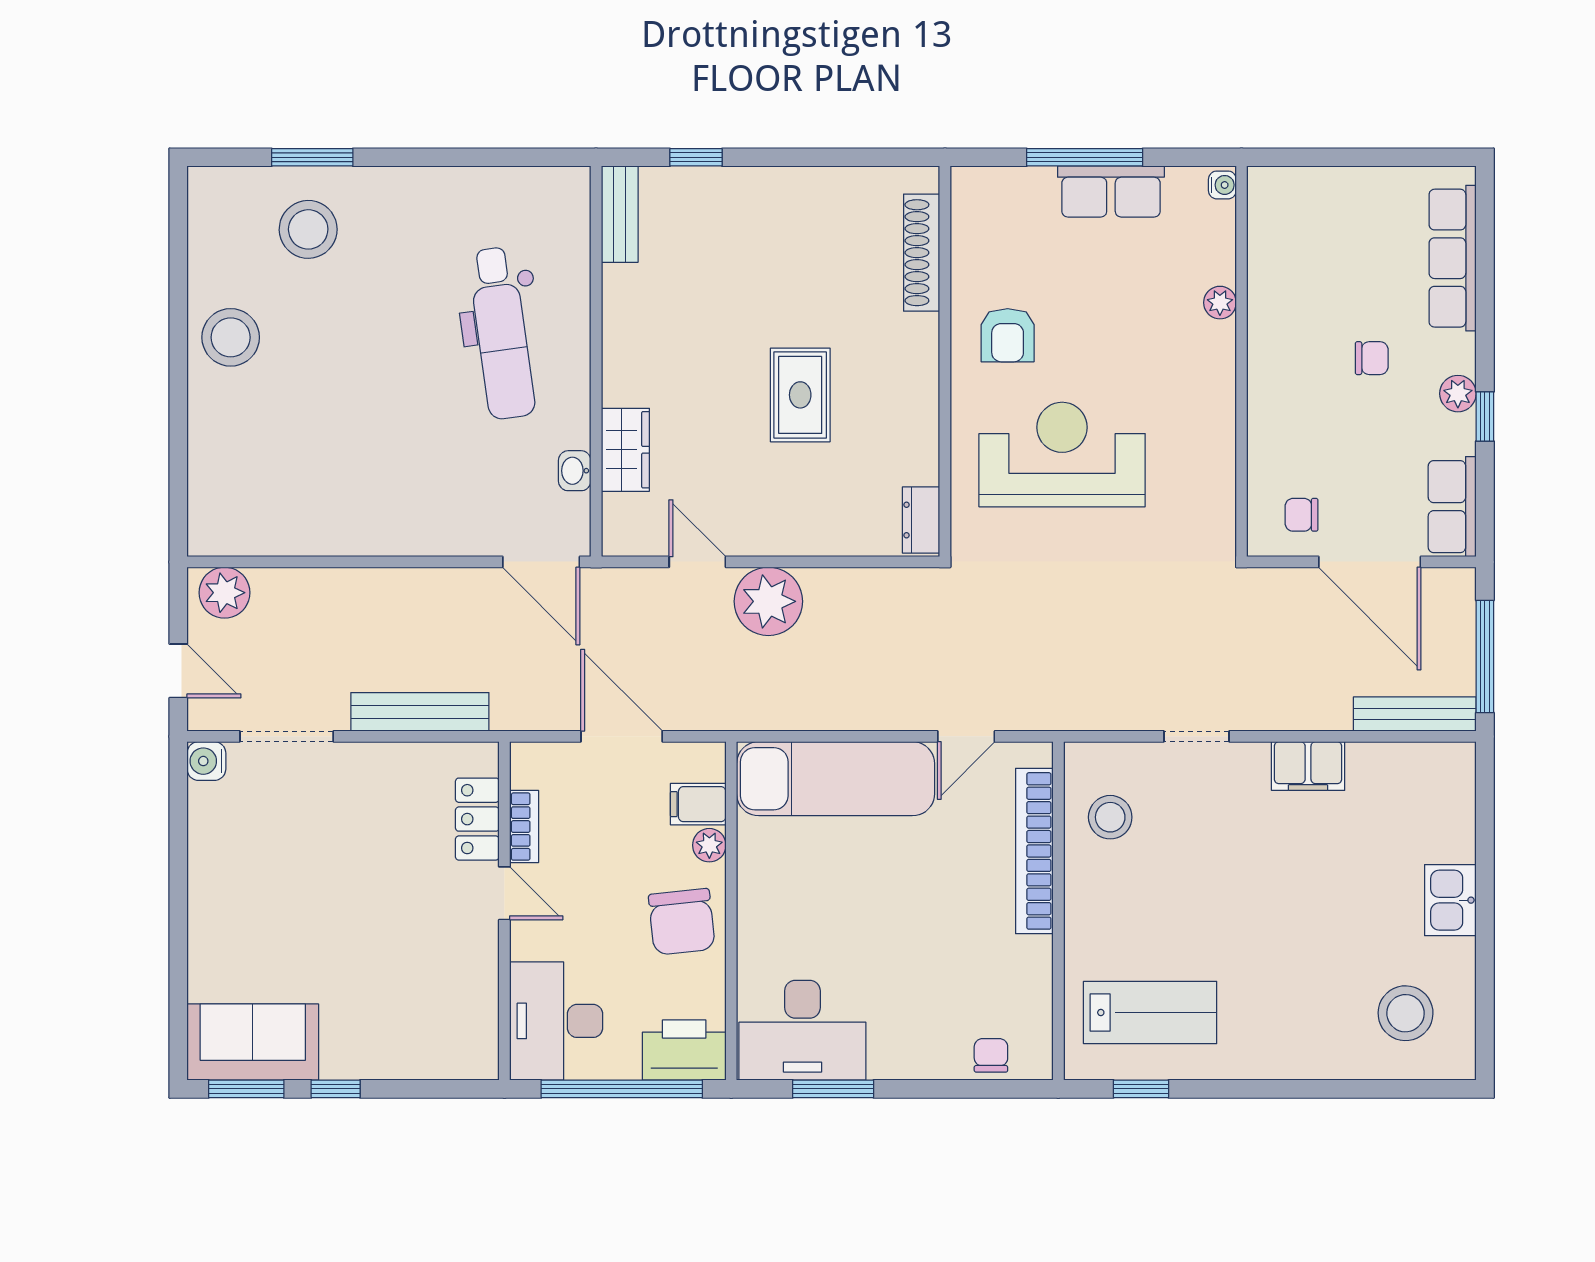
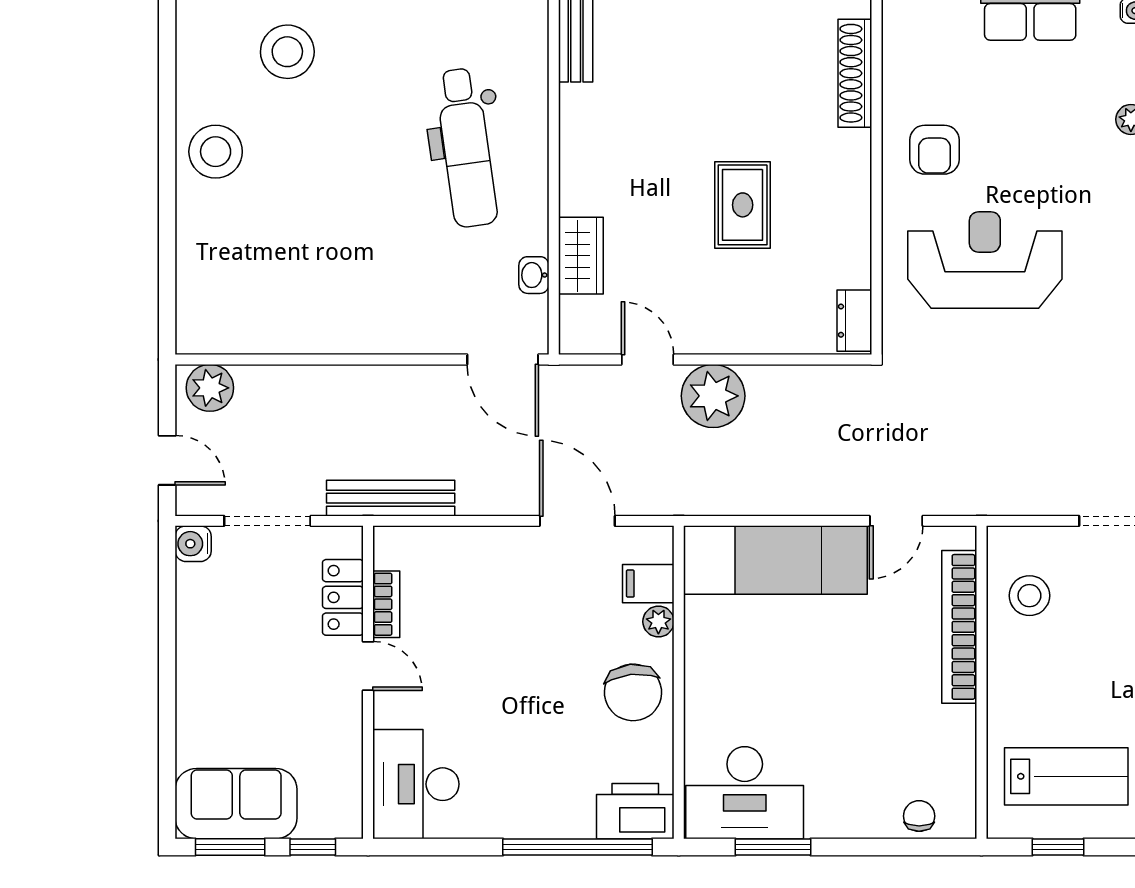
locker: (477, 819) -> (343, 597), moved
bookcase: (524, 827) -> (386, 604), moved
door: (504, 893) -> (368, 666), moved
wall: (504, 911) -> (368, 682), moved
desk: (556, 1021) -> (416, 784), moved

